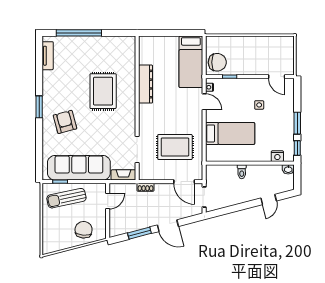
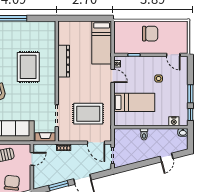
chair: (217, 62) -> (150, 34), moved

